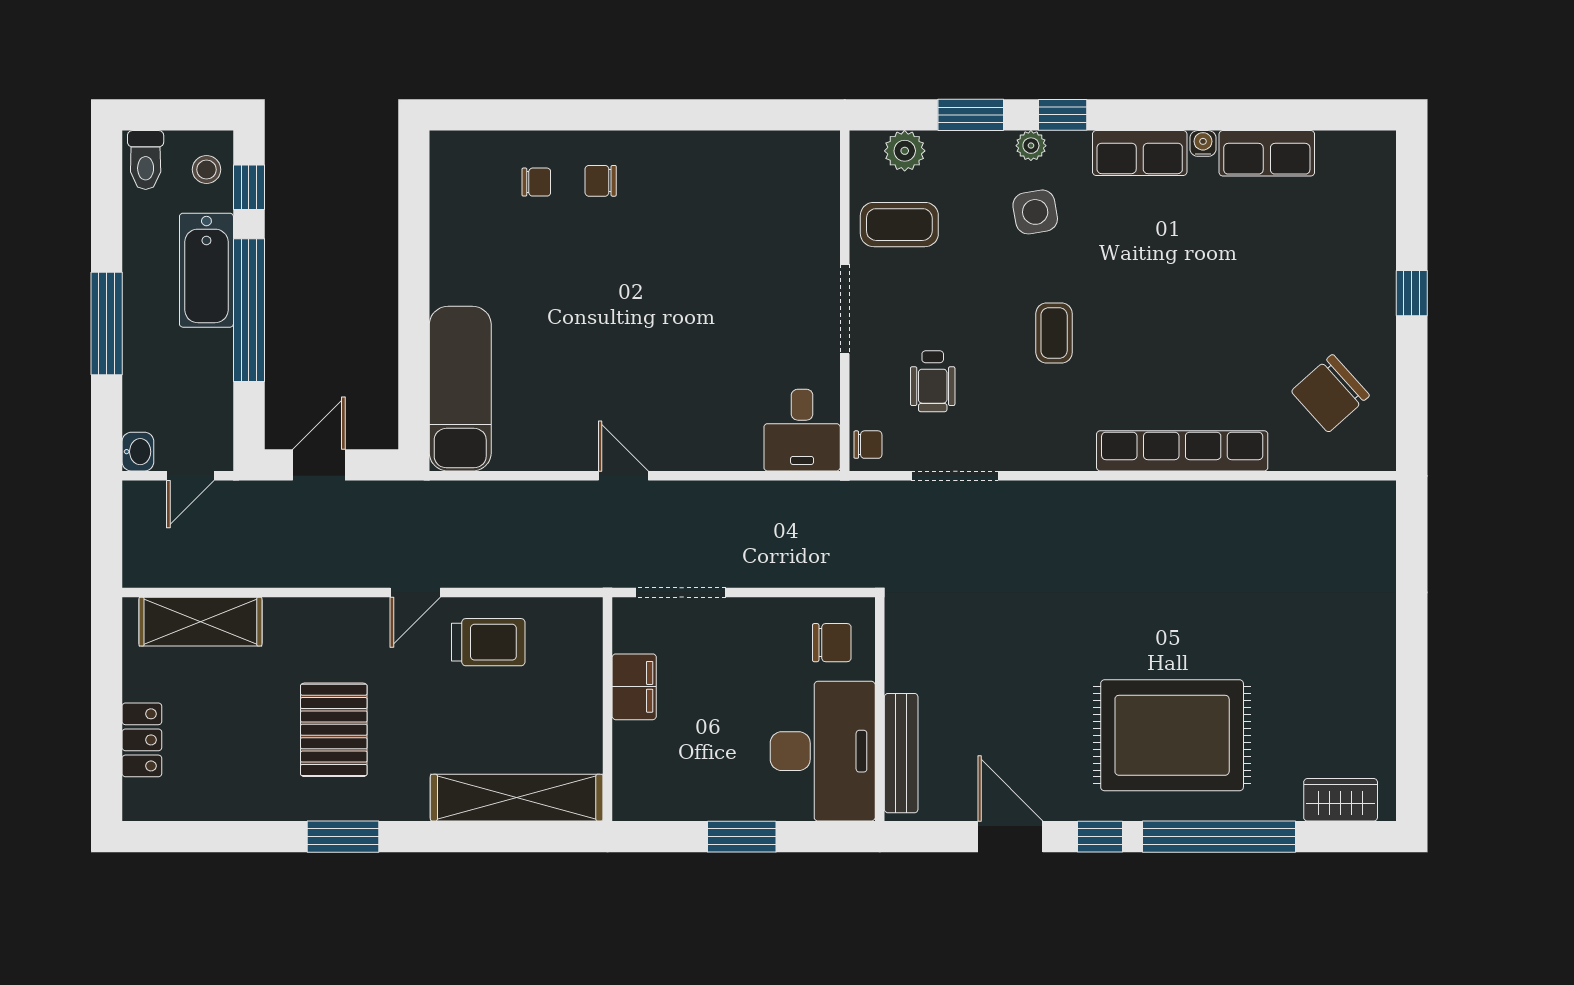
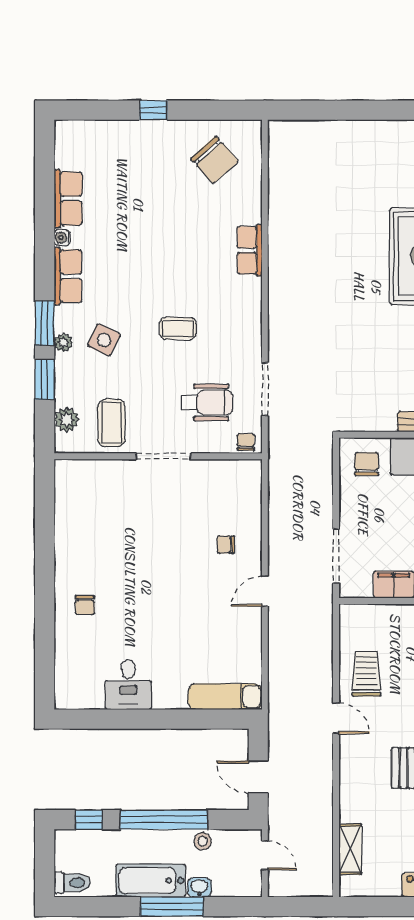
window: (1063, 115) -> (45, 323), width x1.50
stool: (206, 170) -> (203, 841), moved
chair: (536, 182) -> (226, 545), moved, turned -90
side table: (1035, 212) -> (104, 340), turned 35
bathtub: (206, 270) -> (151, 881), moved, turned 180
wheelchair: (933, 381) -> (207, 403), width x1.36, depth x1.37
exam couch: (460, 389) -> (225, 697), width x0.73, depth x0.69
desk: (802, 430) -> (128, 685), moved, turned 90
row of seats: (1182, 451) -> (250, 250), width x0.50
washbasin: (138, 452) -> (199, 887), moved
shelving: (200, 622) -> (350, 849), width x0.67, depth x0.75

